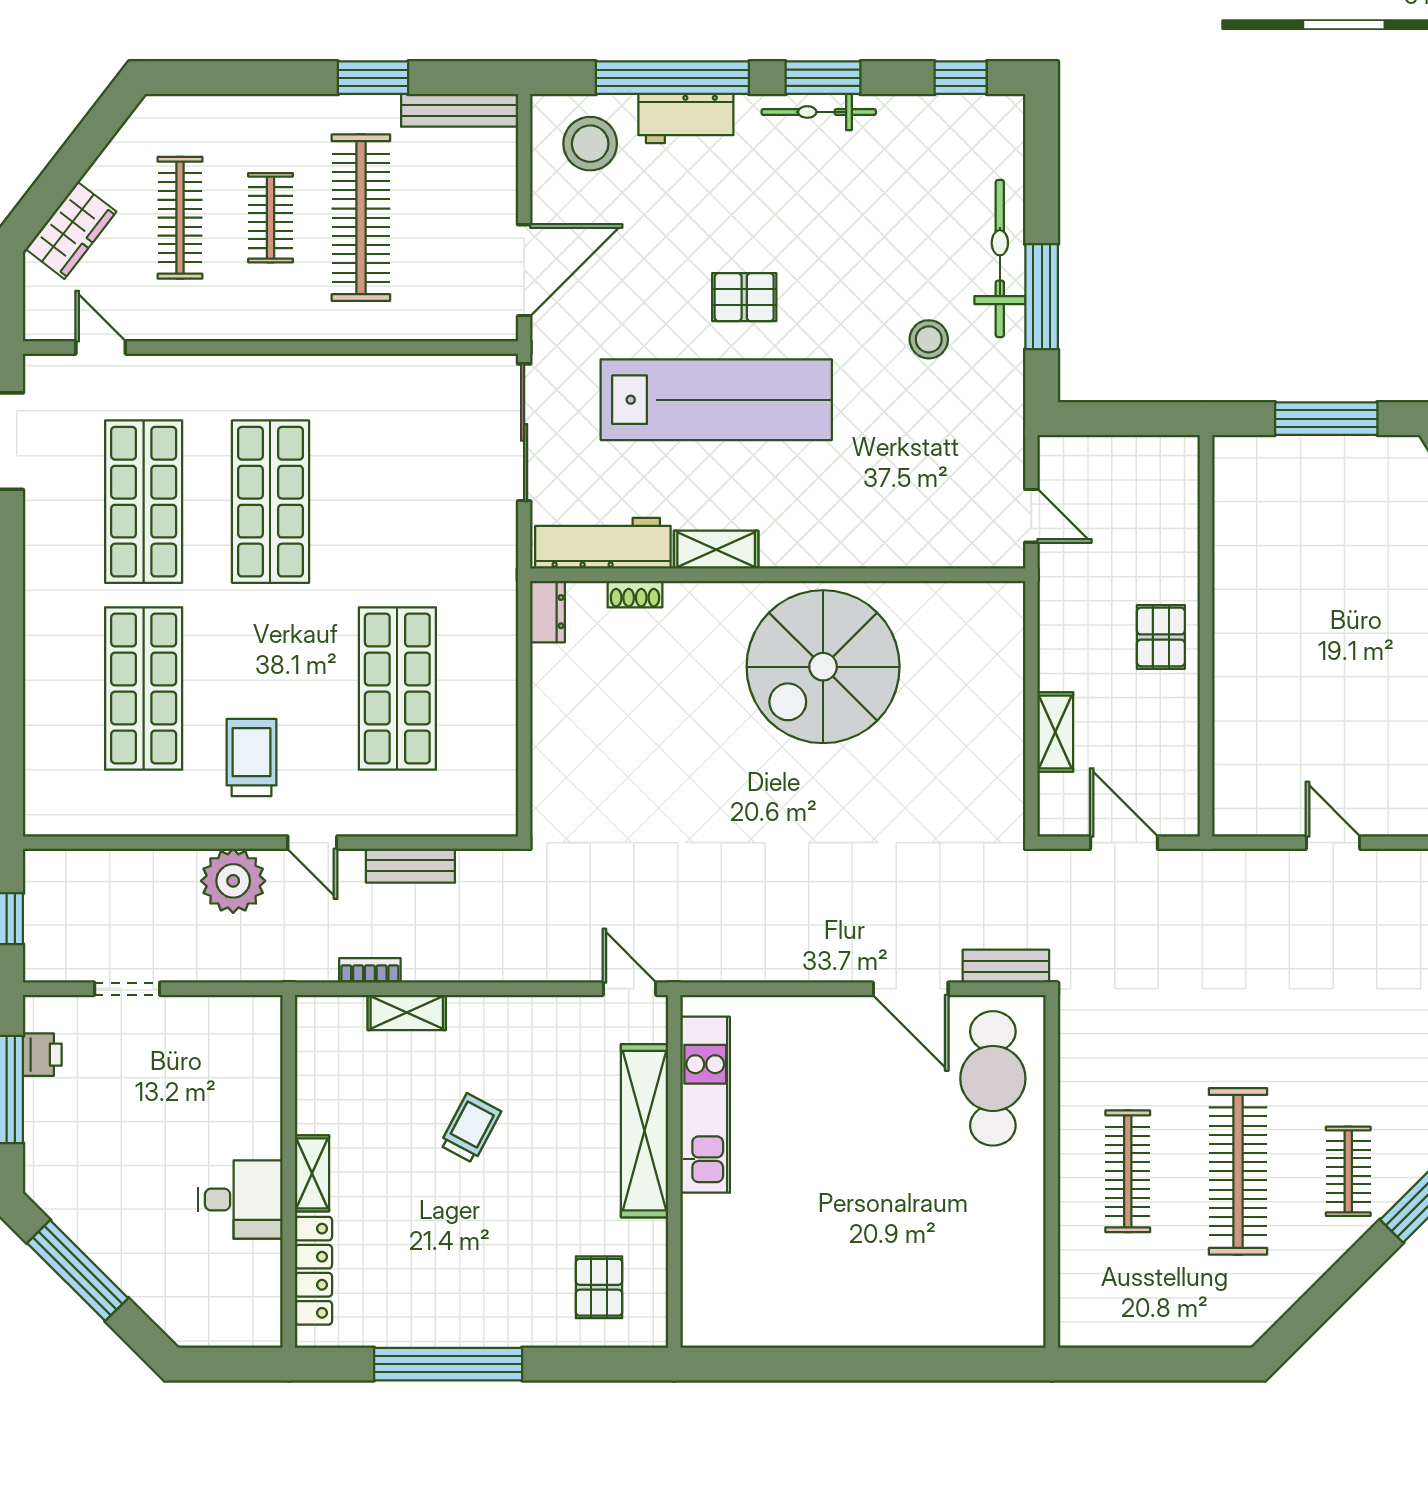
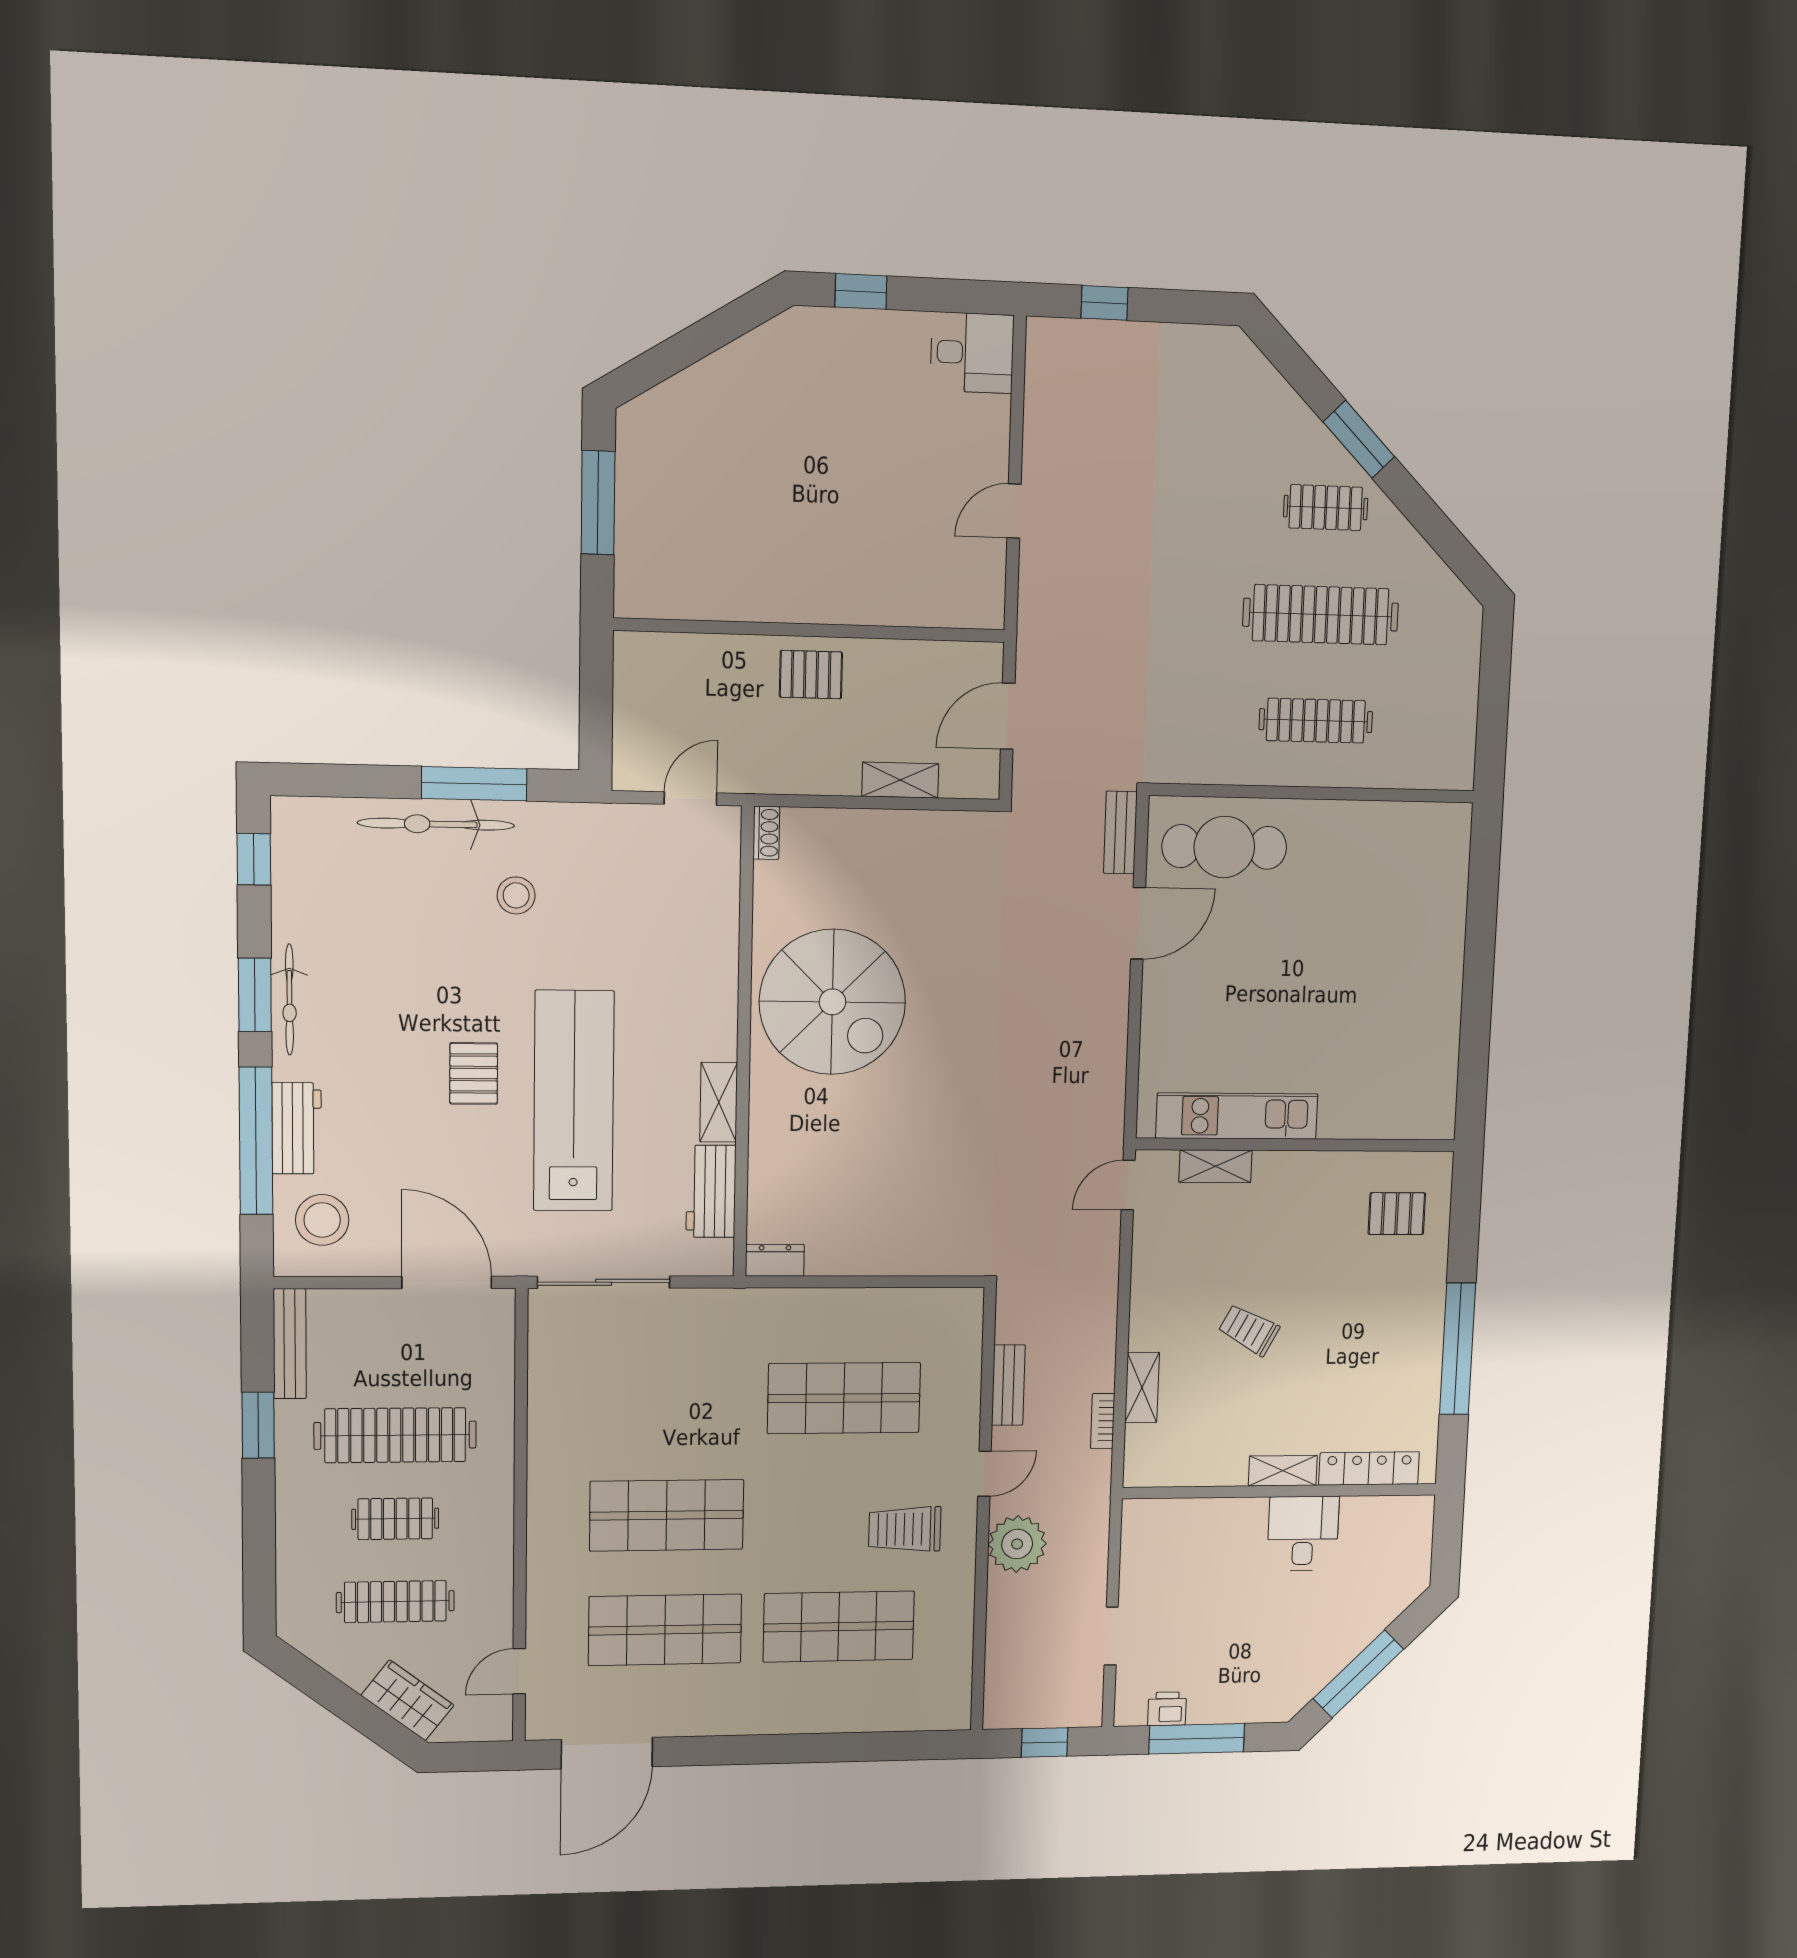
workbench: (603, 543) -> (711, 1191), width x0.73
shoe rack: (635, 594) -> (766, 833), moved
shelving: (645, 1131) -> (1215, 1166), width x0.45, depth x0.75

